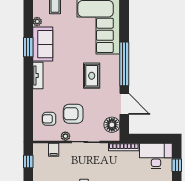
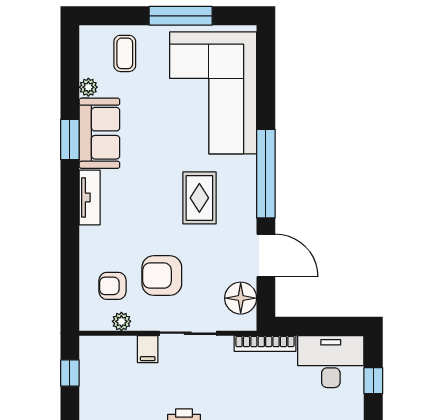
plant: (65, 136) -> (121, 321), moved
filing cabinet: (54, 150) -> (148, 349), moved

